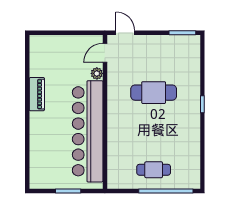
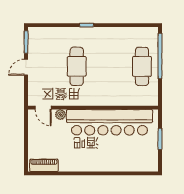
door: (125, 33) -> (26, 67), moved
piano: (37, 94) -> (44, 165), moved
cafe table: (154, 170) -> (142, 66), width x1.37, depth x1.35

